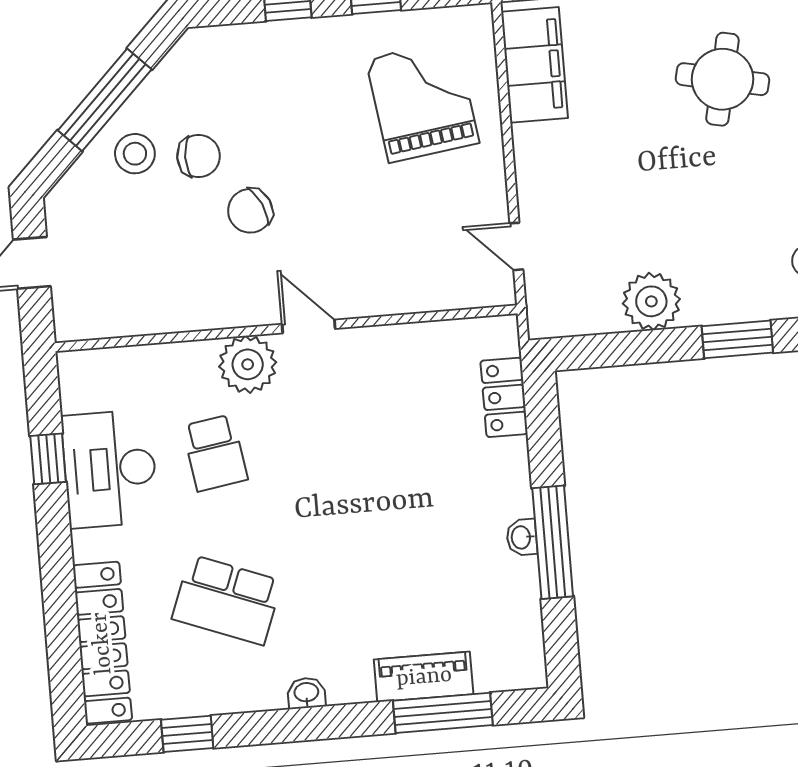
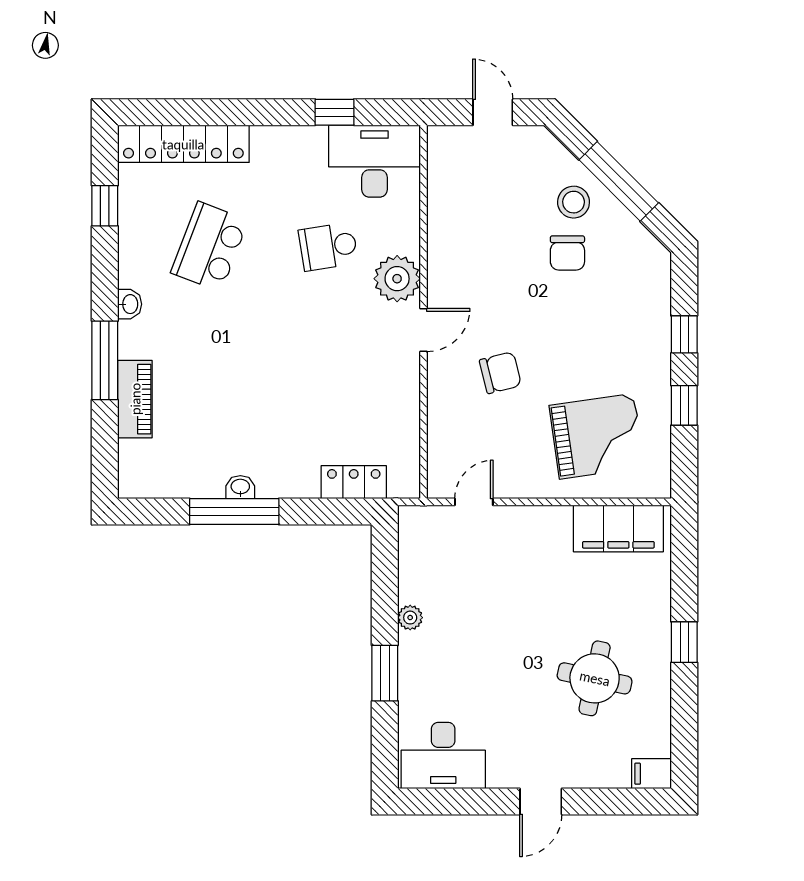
chair: (250, 211) -> (500, 373), moved, turned 101
plant: (651, 301) -> (410, 618), width x0.53, depth x0.53
desk: (110, 469) -> (374, 161), moved
window: (443, 713) -> (105, 360), moved

